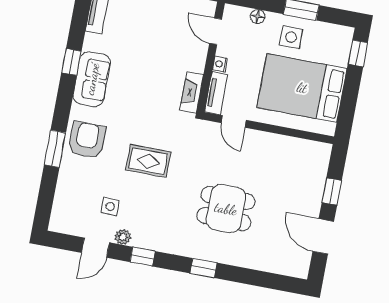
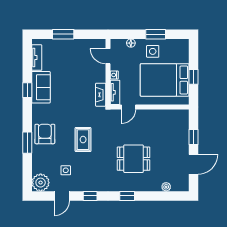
window: (358, 53) -> (193, 77), moved
sofa: (92, 79) -> (41, 87), moved
door: (234, 121) -> (128, 107), hinge flipped
rug: (148, 161) -> (83, 140), turned 90
door: (323, 236) -> (193, 164), swing flipped
plant: (123, 237) -> (41, 183), moved, width x1.87, depth x1.87
plant: (271, 265) -> (166, 187), added

